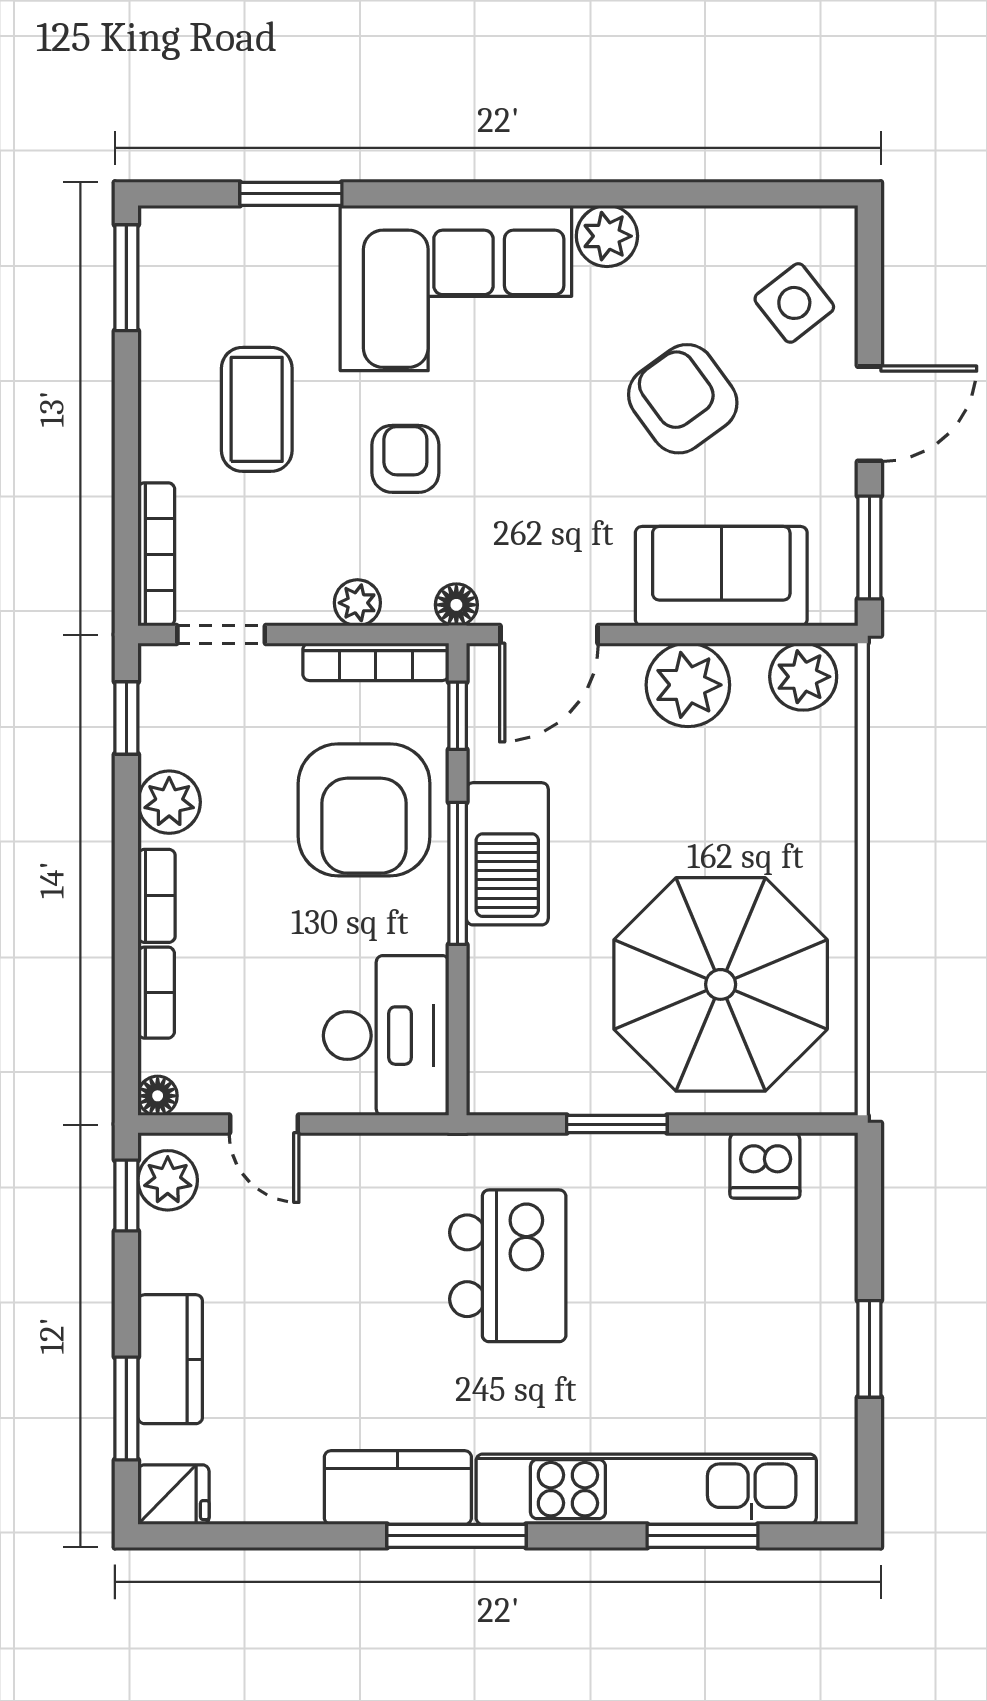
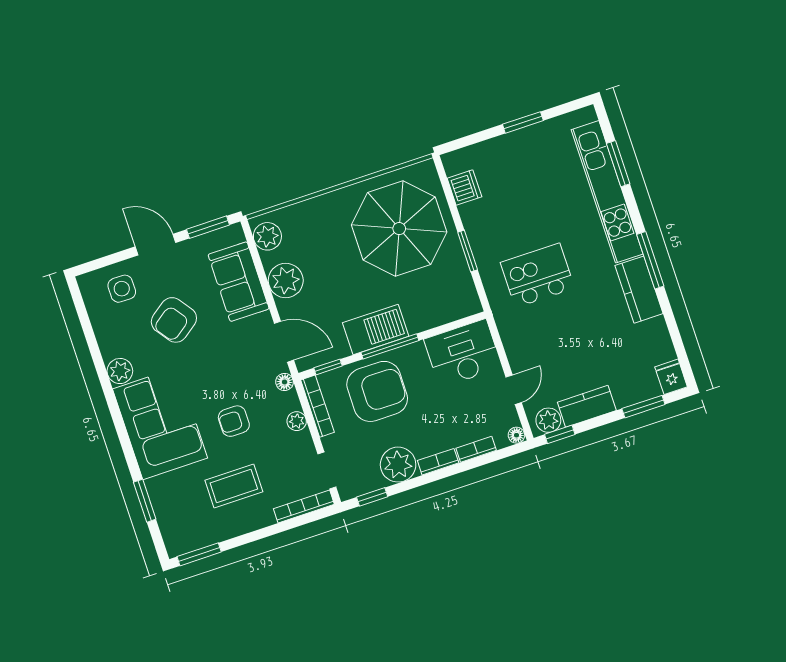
side table: (794, 303) -> (122, 289), turned 38
plant: (169, 802) -> (398, 465), width x1.36, depth x1.36
kitchen counter: (170, 1359) -> (587, 406), moved

